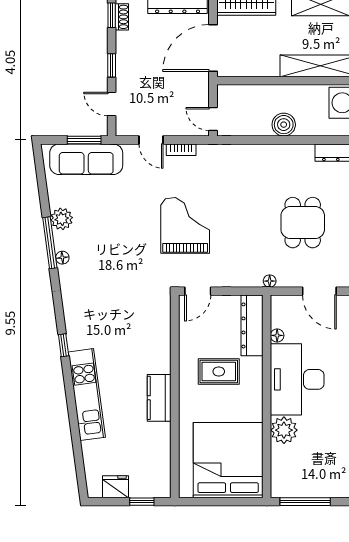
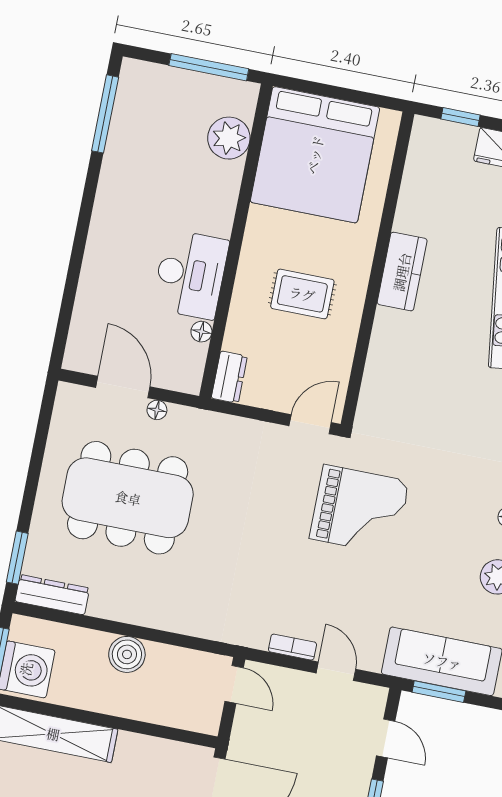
dining table: (303, 223) -> (128, 498), width x1.88, depth x1.24
grand piano: (185, 225) -> (359, 510), moved, turned -90
floor lamp: (270, 281) -> (157, 410), moved
dresser: (252, 325) -> (229, 377), width x0.51, depth x0.80
desk: (297, 379) -> (190, 274), width x0.73, depth x0.77
plant: (284, 430) -> (229, 138), moved

